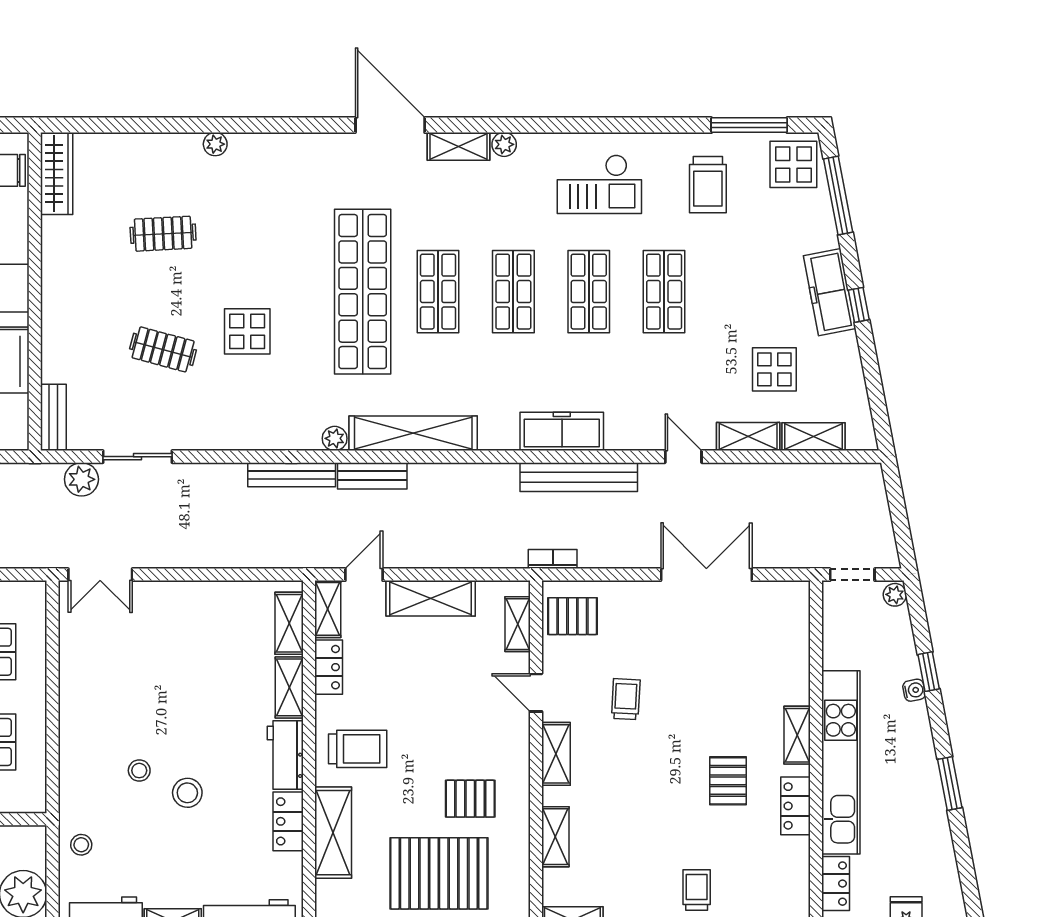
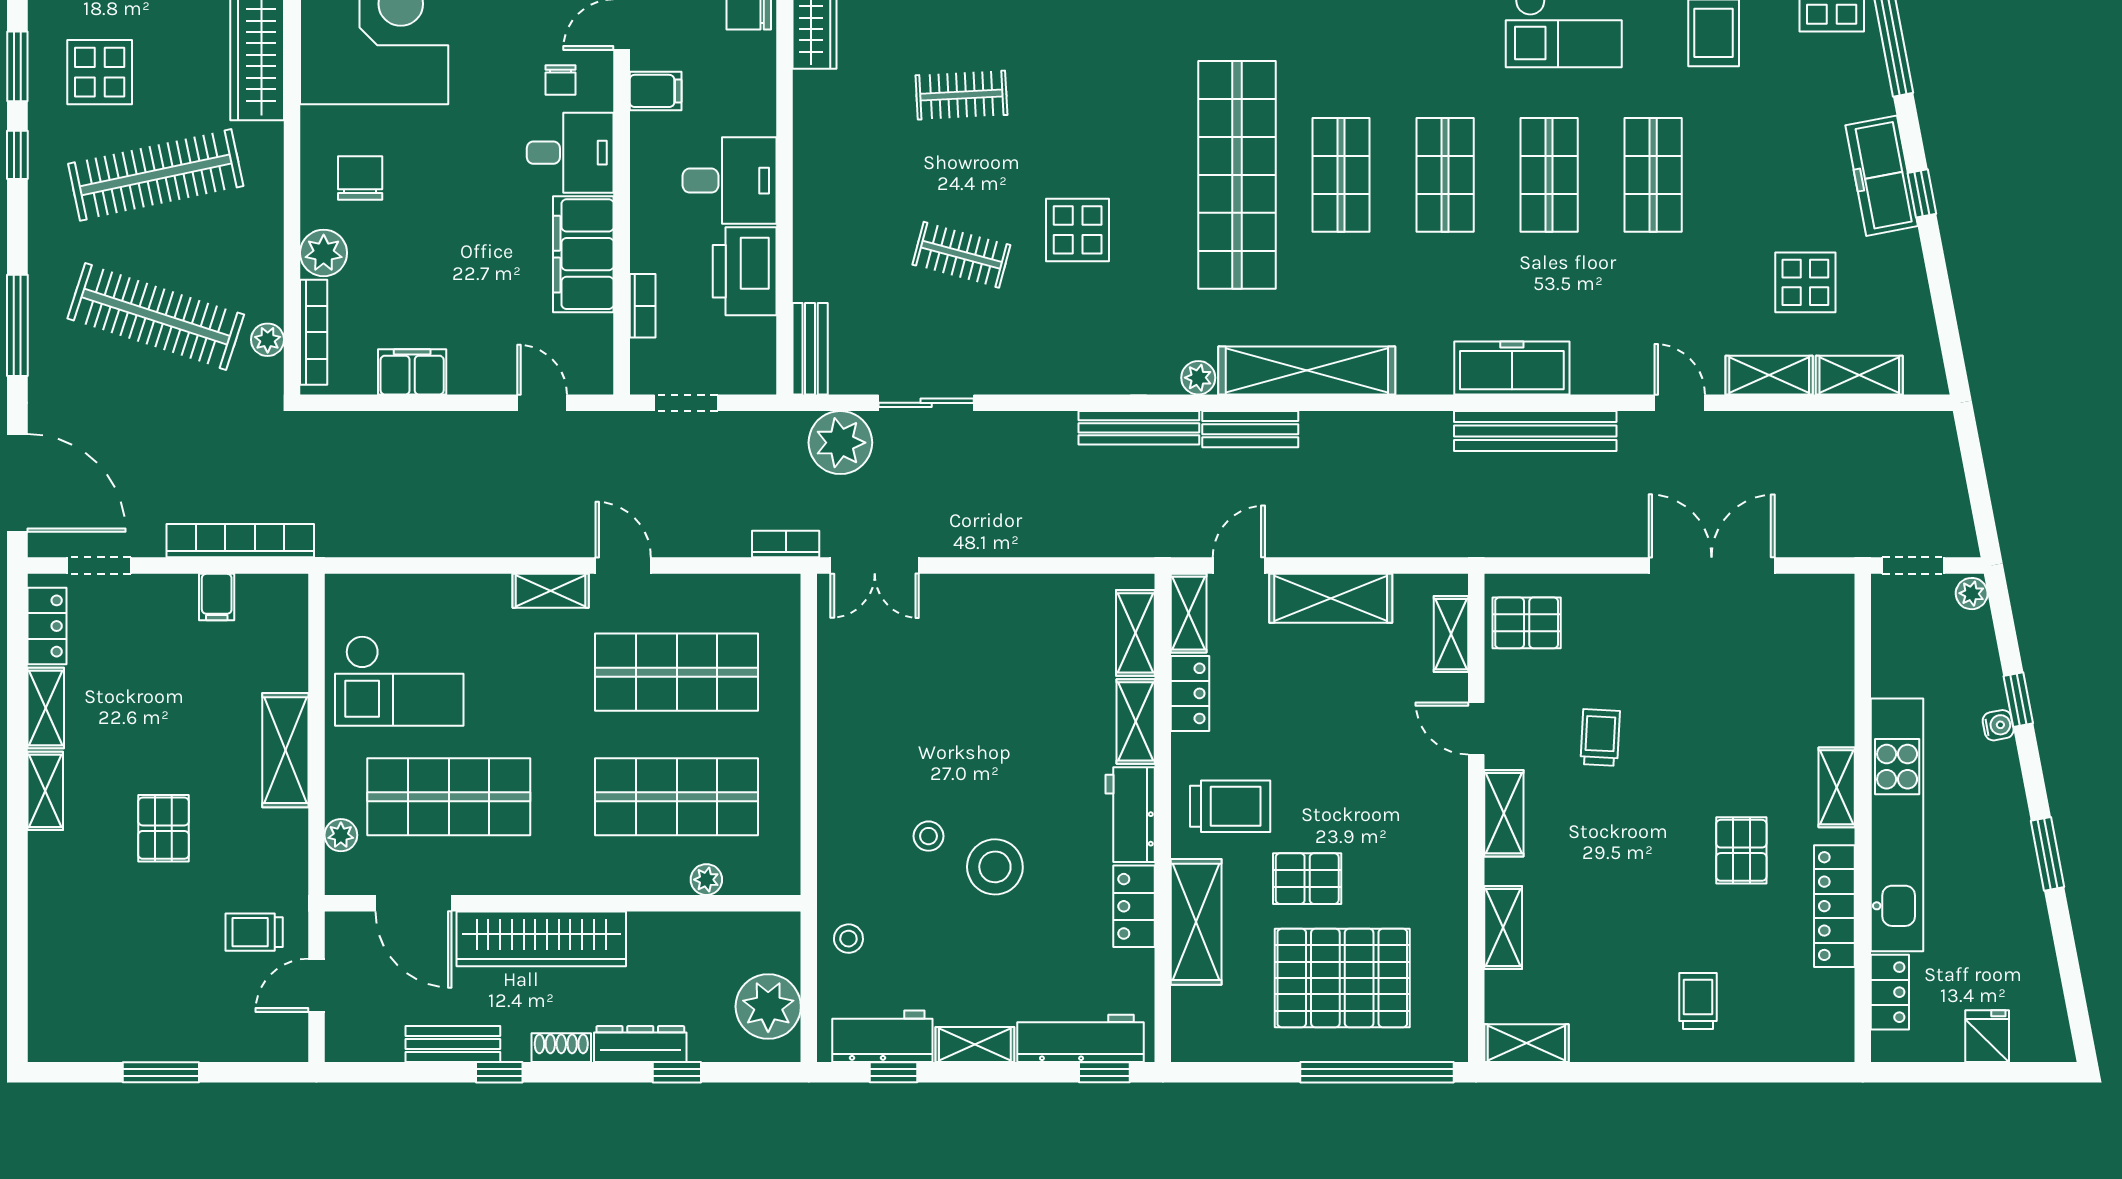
plant: (81, 479) -> (840, 443), width x1.36, depth x1.36
bookcase: (553, 559) -> (786, 544), moved
stool: (187, 793) -> (995, 867), width x1.38, depth x1.38
pallet: (470, 799) -> (1307, 879), moved
locker: (795, 806) -> (1834, 906), width x1.53

